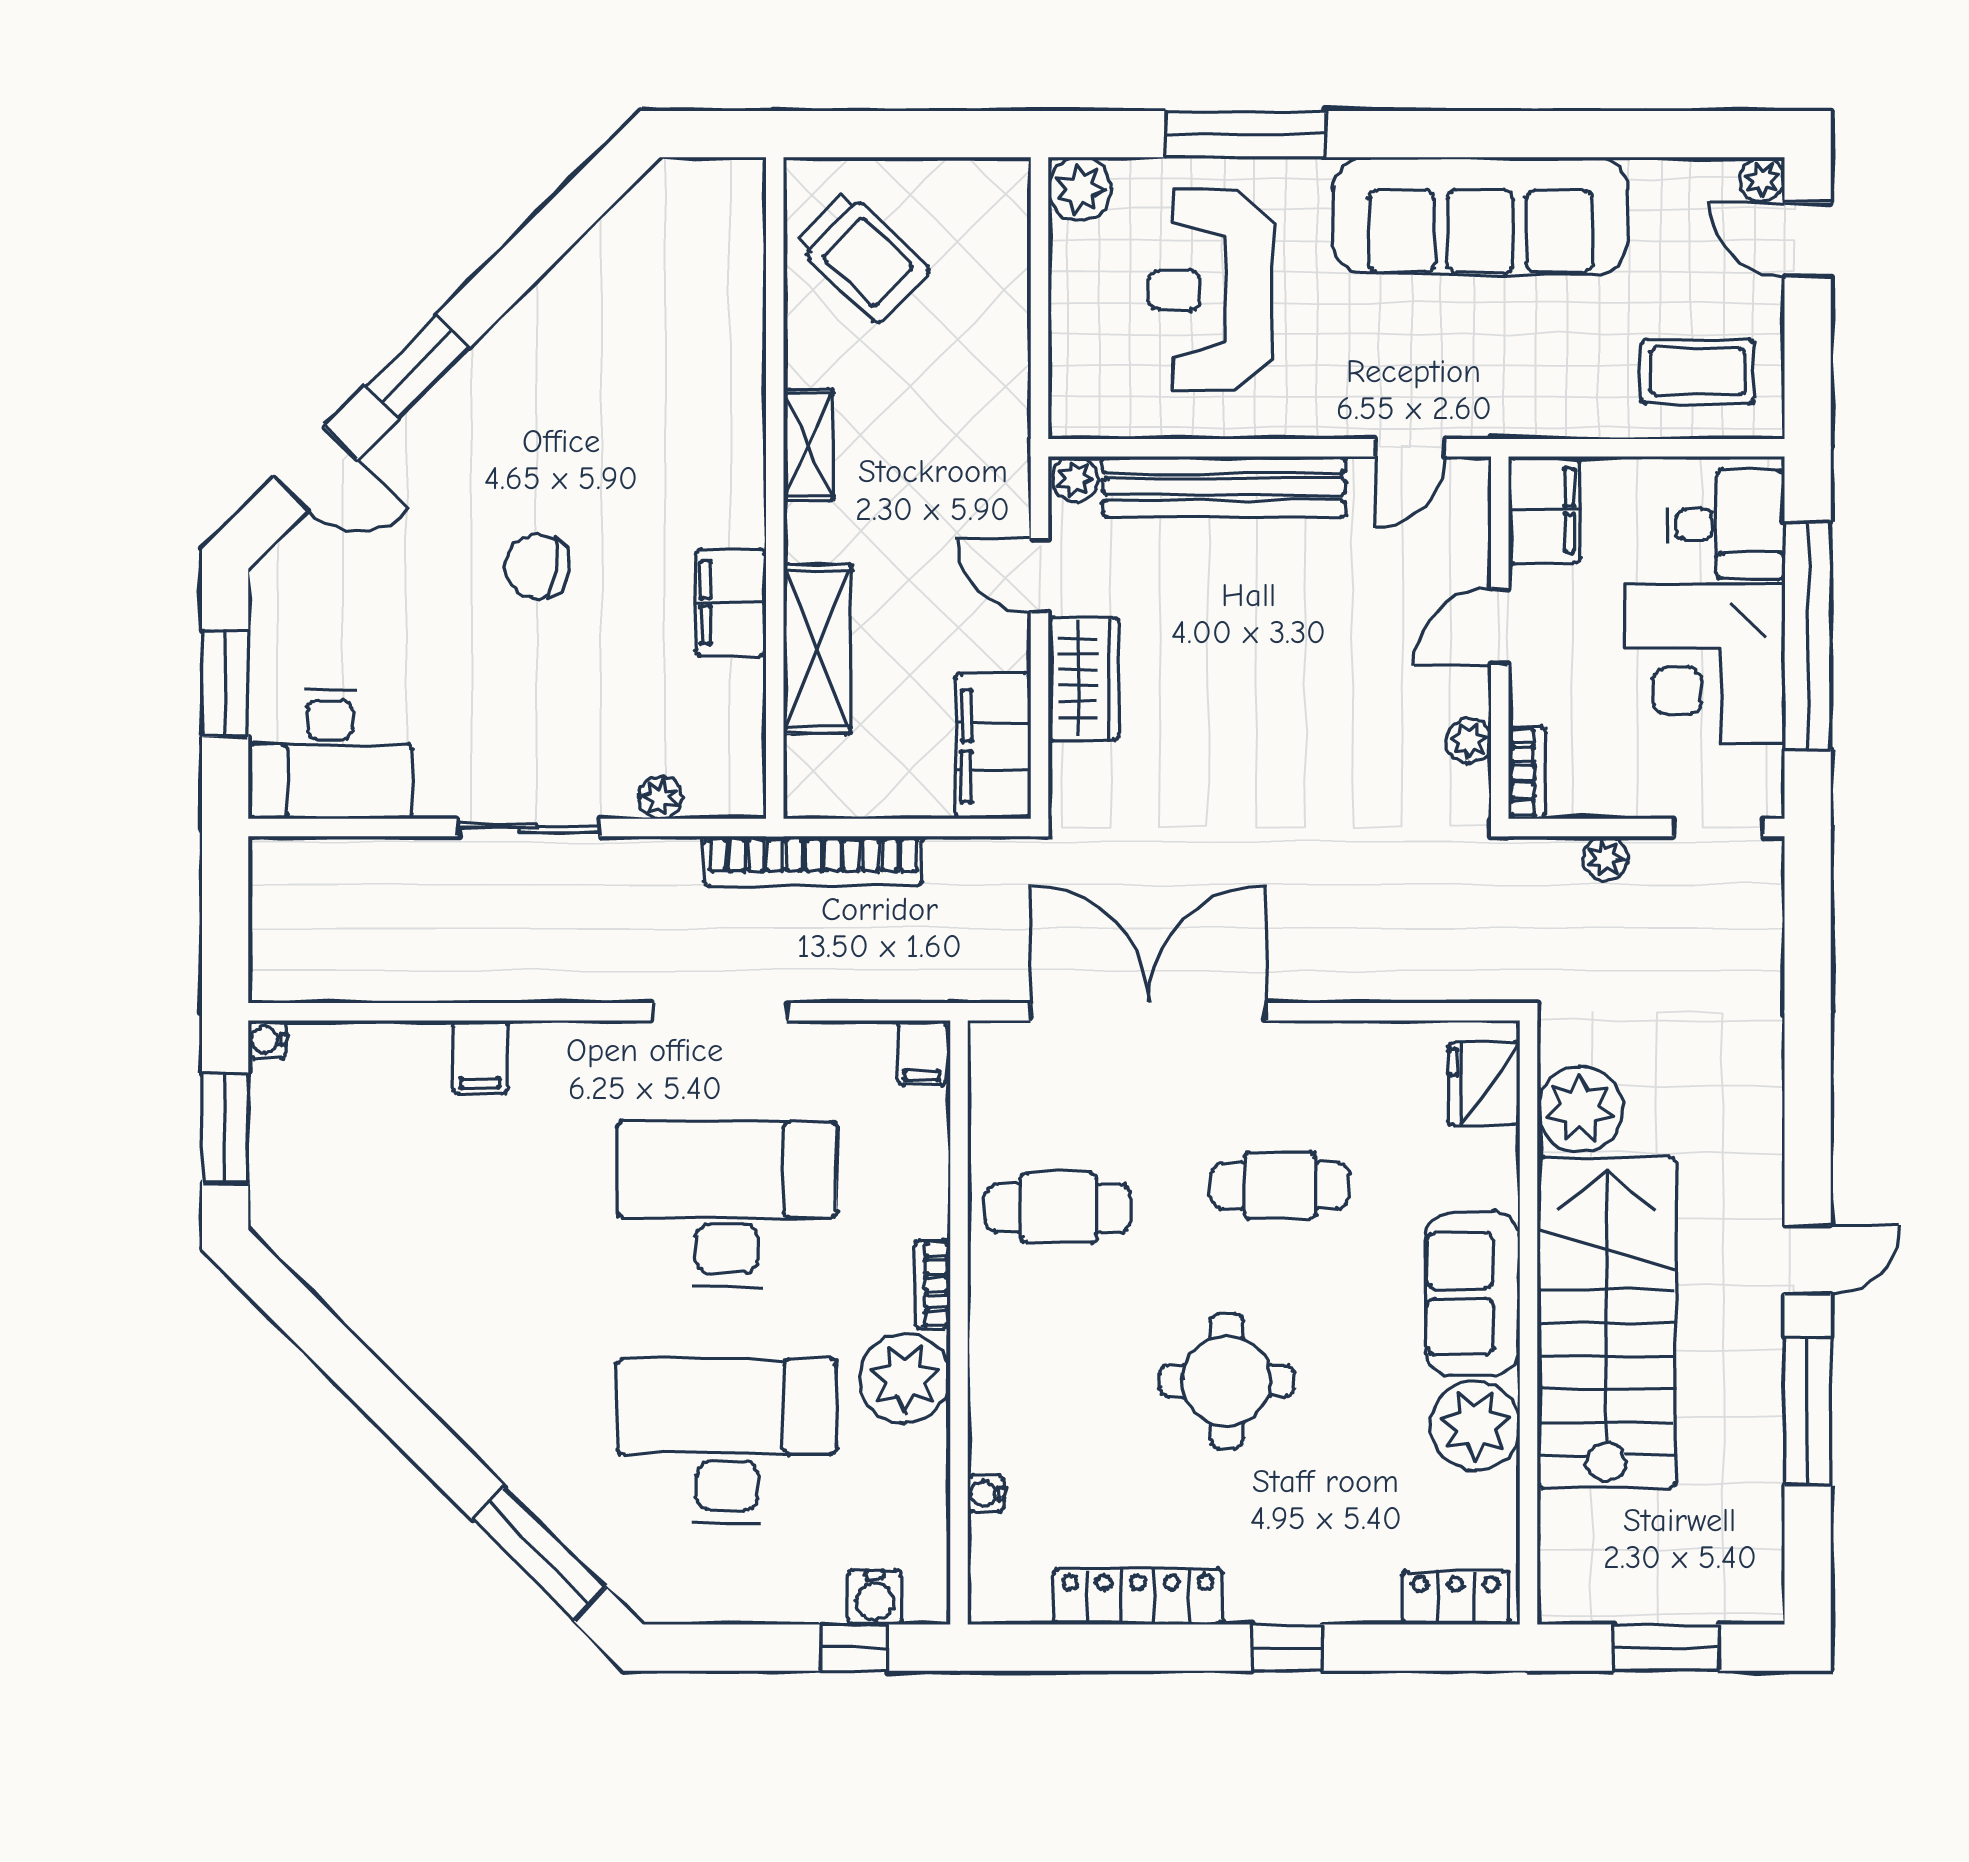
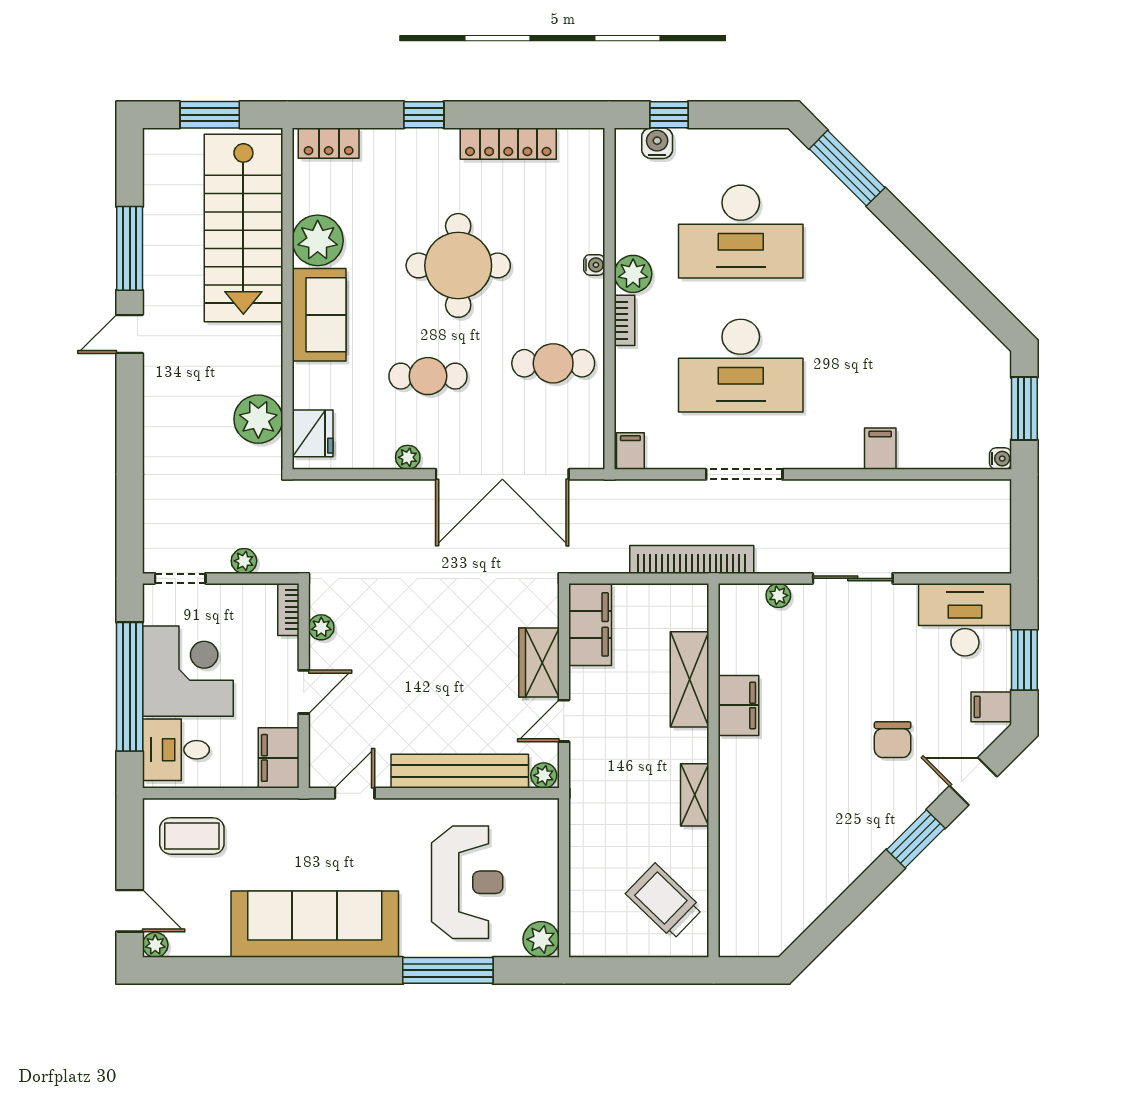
chair: (537, 566) -> (893, 740), moved, turned 82
door: (1039, 576) -> (564, 721), swing flipped
filing cabinet: (284, 600) -> (991, 707), added
plant: (1316, 1042) -> (408, 457), added
stairs: (1606, 1323) -> (243, 228), moved
plant: (905, 1378) -> (633, 274), width x0.73, depth x0.73
round table: (1227, 1381) -> (458, 265), width x1.36, depth x1.36
water cooler: (986, 1494) -> (594, 265), moved

